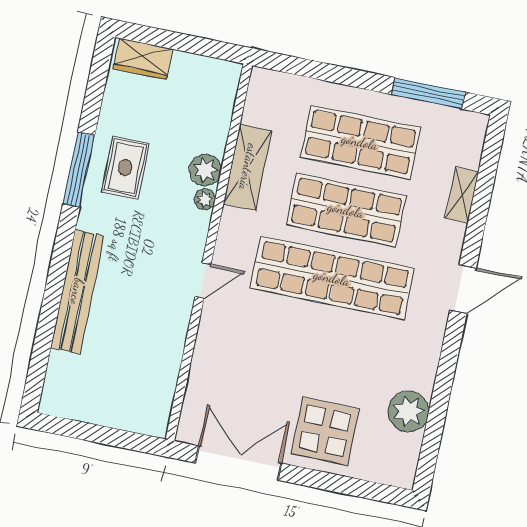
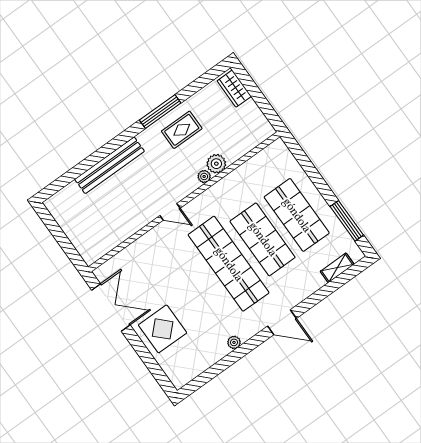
shelving: (248, 167) -> (236, 180), removed
shelving: (462, 195) -> (337, 268), moved
plant: (408, 411) -> (234, 342), moved, width x0.53, depth x0.53

